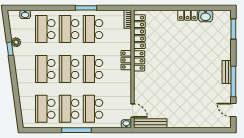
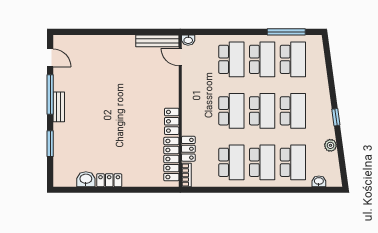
window: (86, 8) -> (240, 190), removed
window: (233, 29) -> (50, 144), moved
window: (10, 49) -> (336, 117), moved
locker: (126, 60) -> (188, 149), moved
window: (77, 130) -> (286, 32), moved

